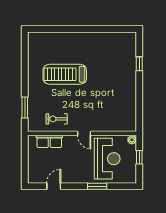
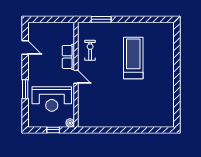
window: (139, 64) -> (143, 130), removed
door: (84, 133) -> (76, 77), swing flipped
row of seats: (49, 141) -> (68, 57), moved

